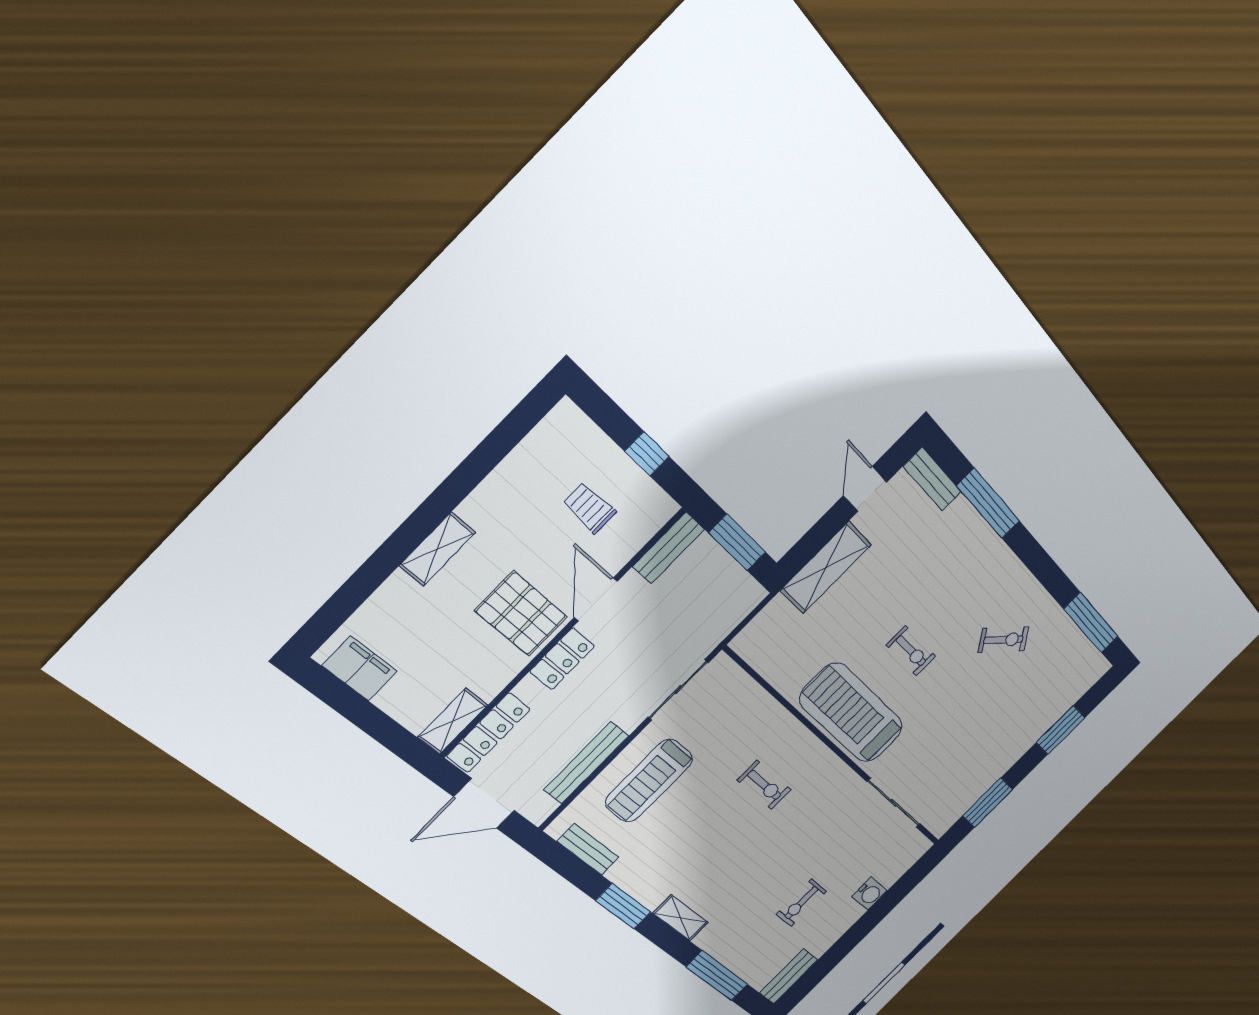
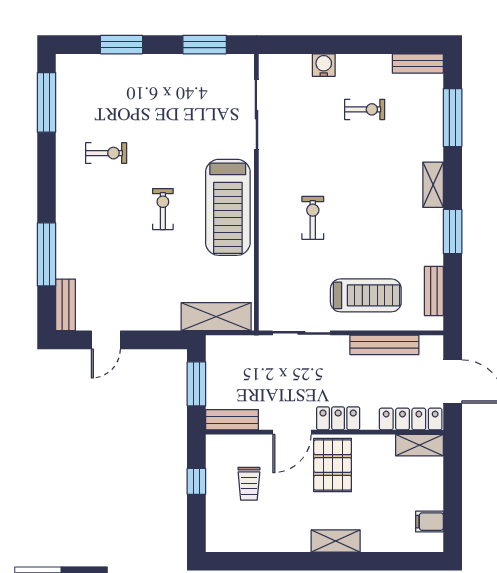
shelving: (826, 568) -> (216, 317), moved
exercise bike: (1003, 640) -> (106, 153), turned 131
filing cabinet: (360, 669) -> (429, 522), width x0.50

